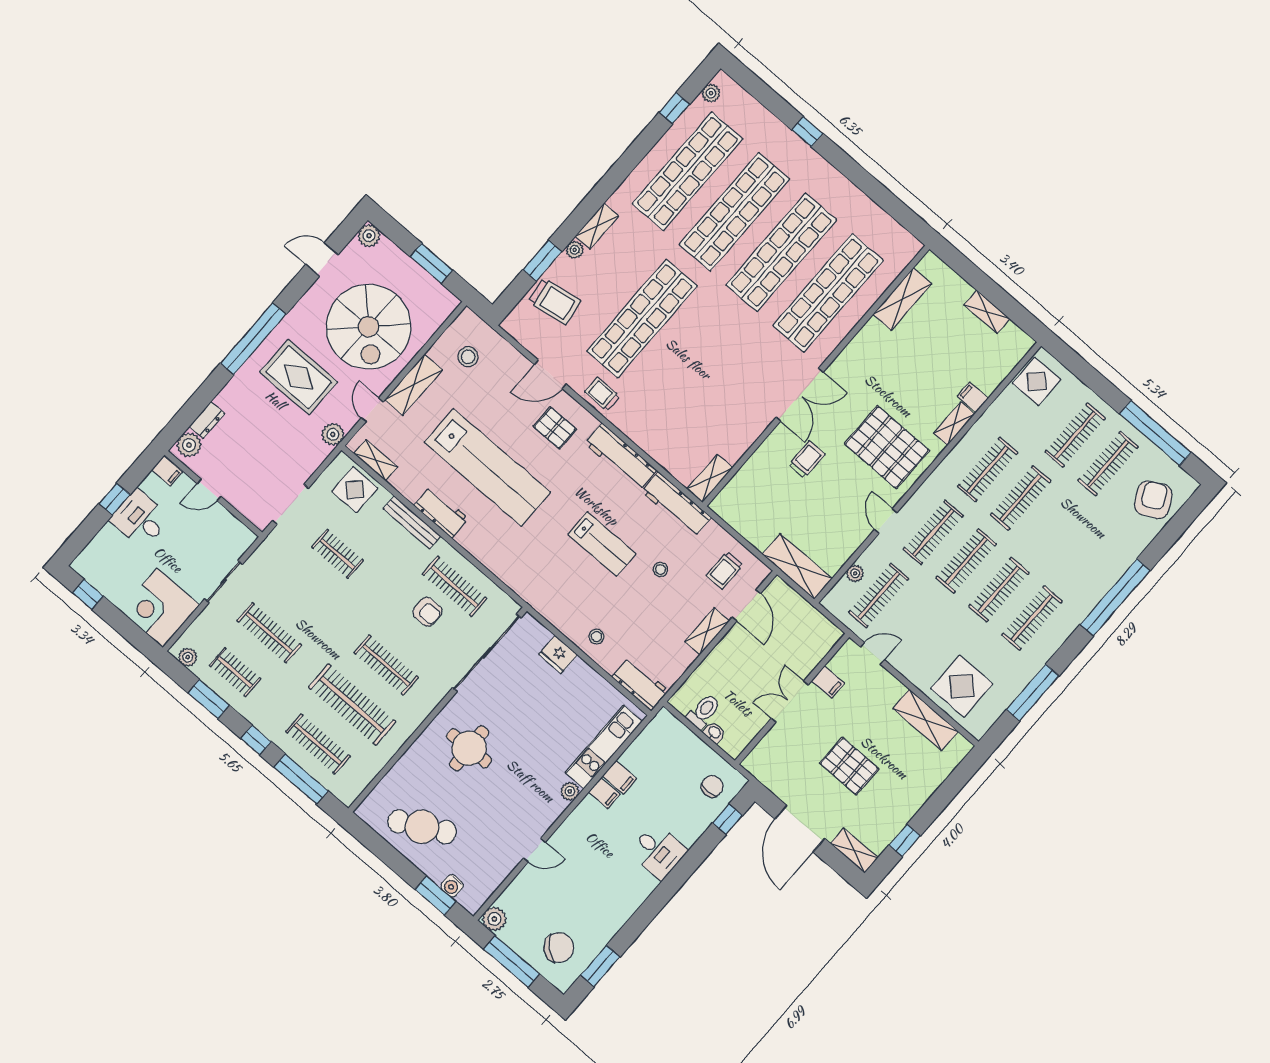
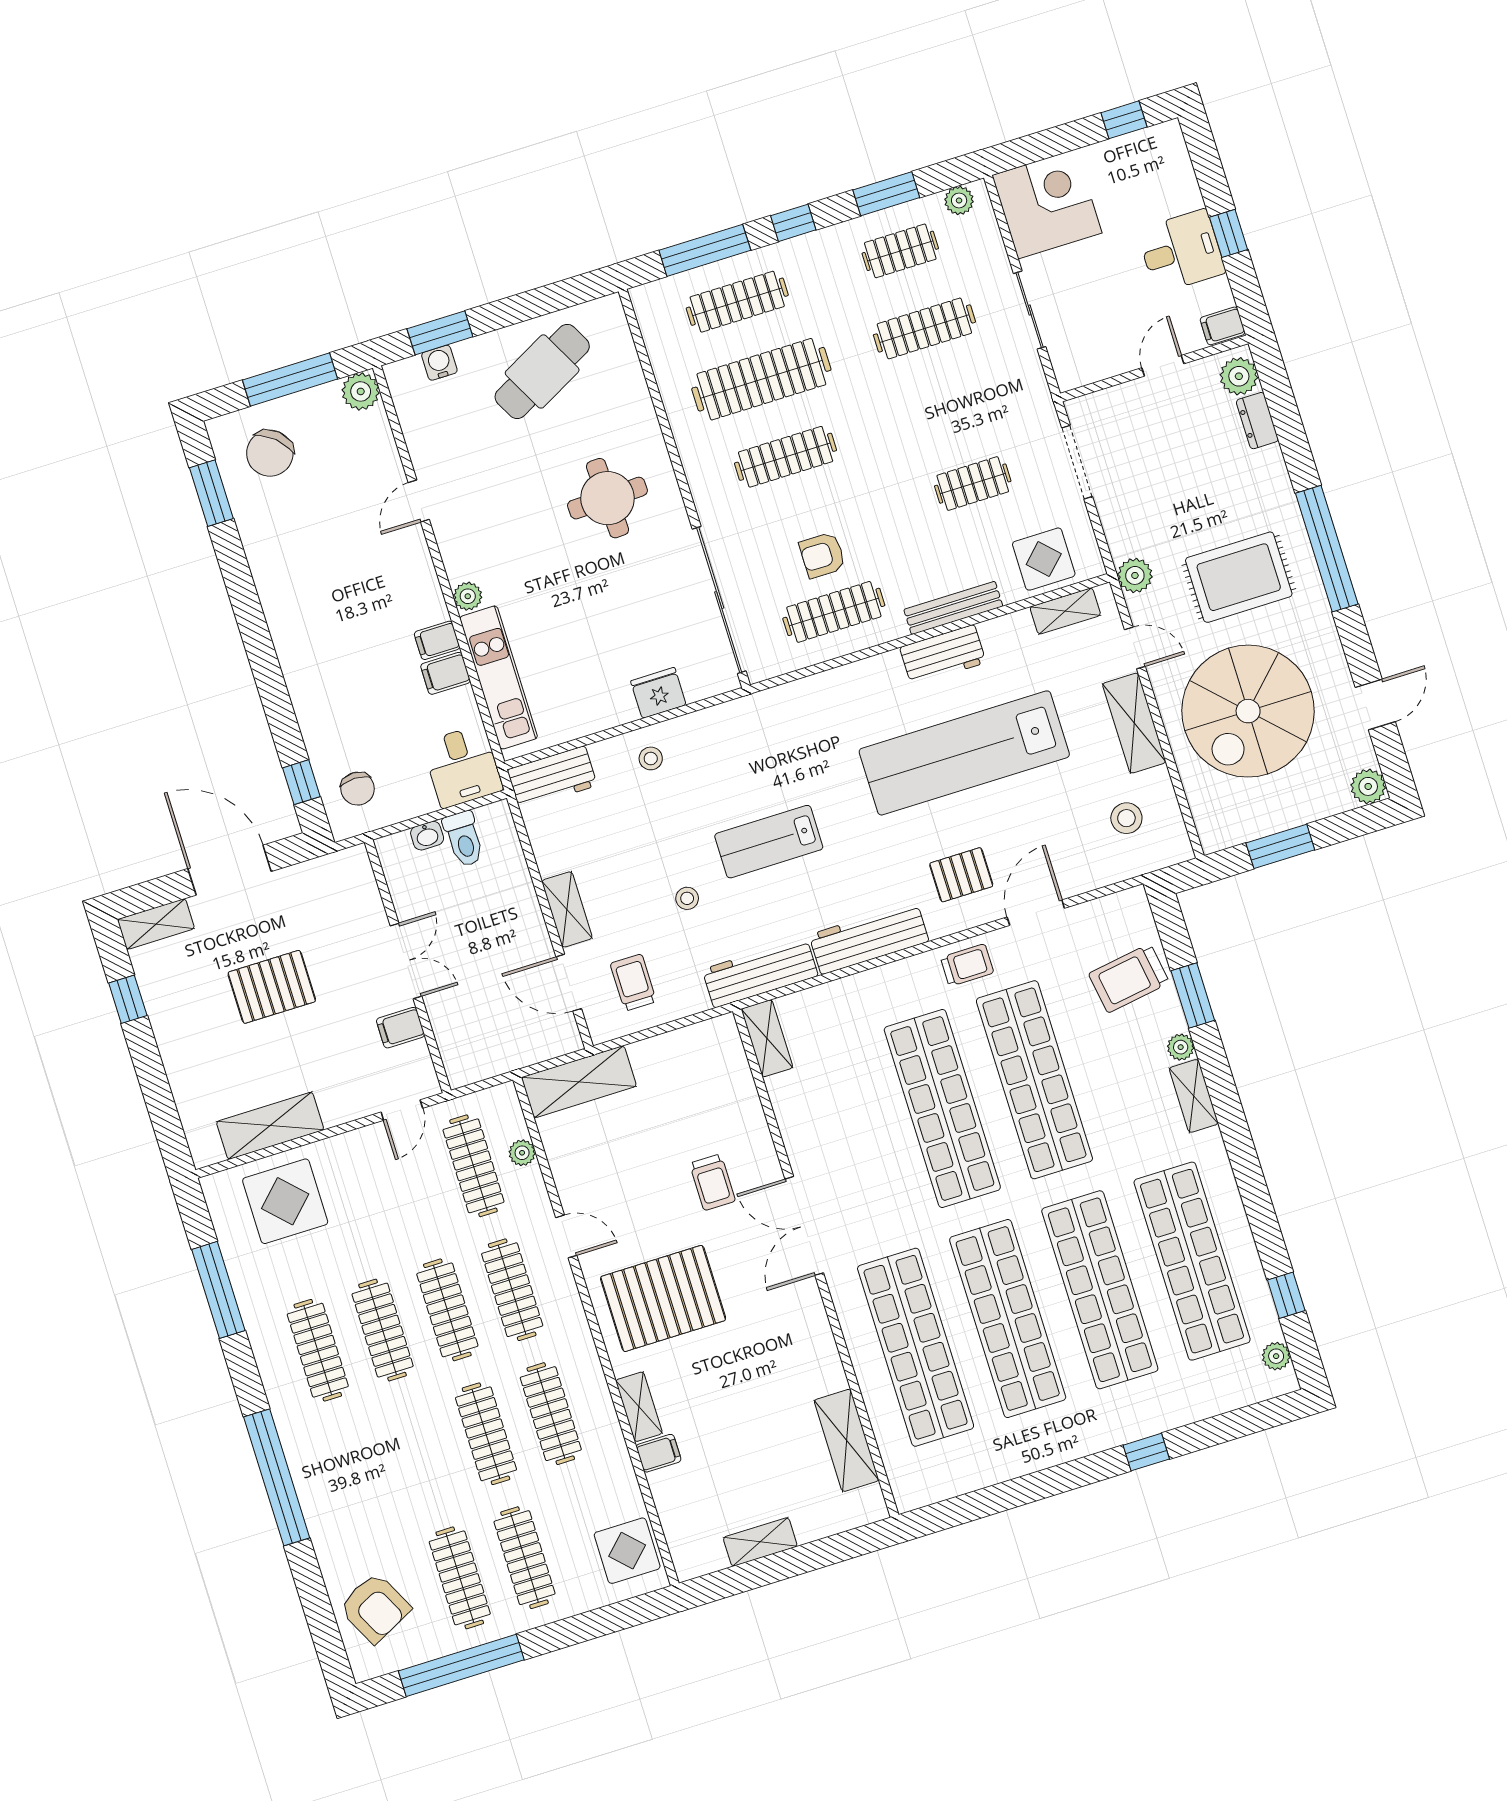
spiral stairs: (369, 327) -> (1248, 711), turned -90
shop shelf: (689, 359) -> (942, 1109), added
desk: (658, 851) -> (462, 766), moved, turned -90

